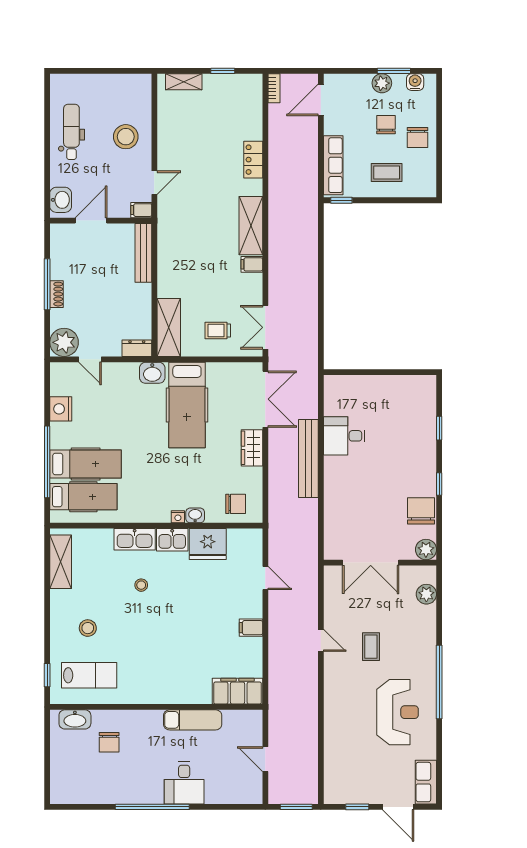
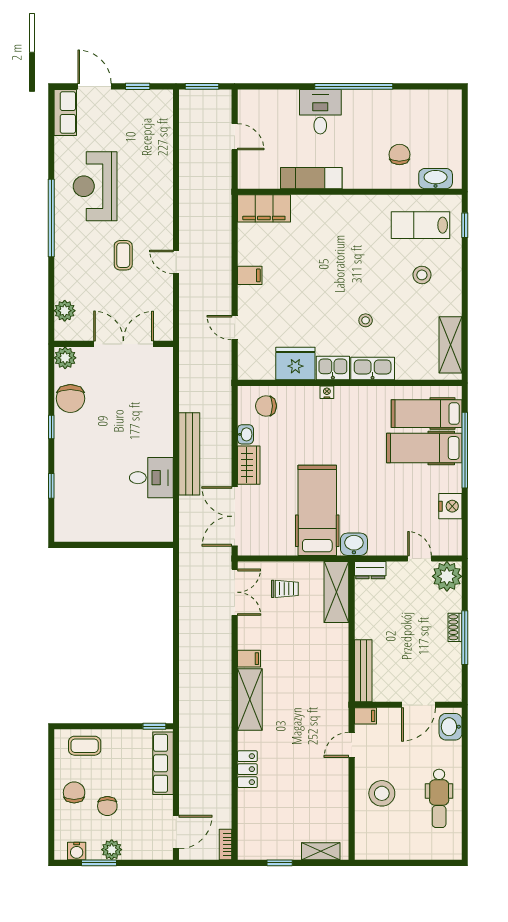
coffee table: (387, 173) -> (85, 746), moved
washbasin: (195, 515) -> (245, 434), moved, turned -90

